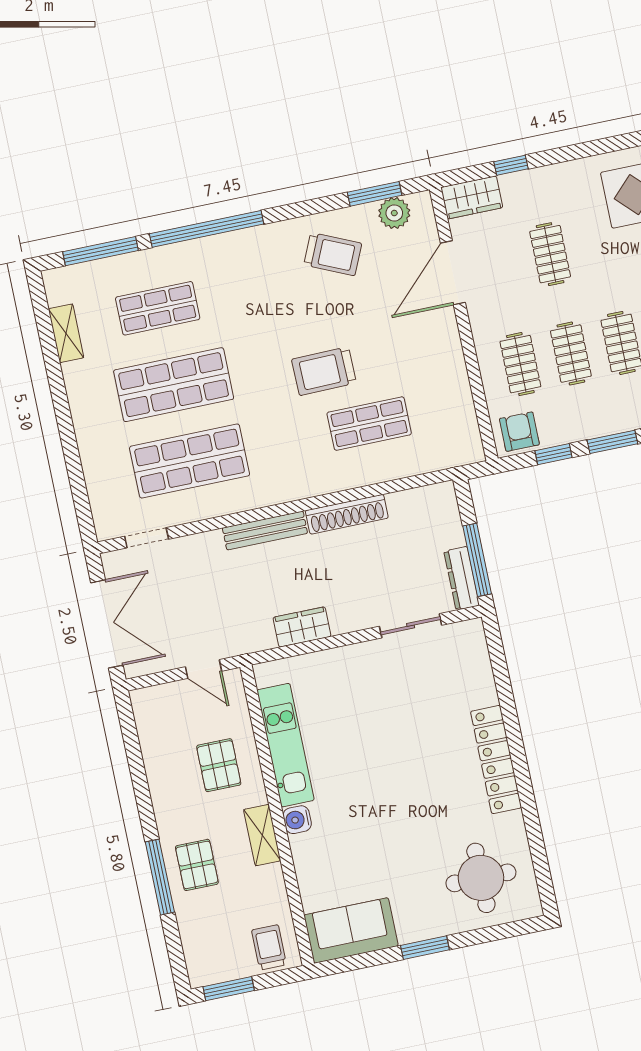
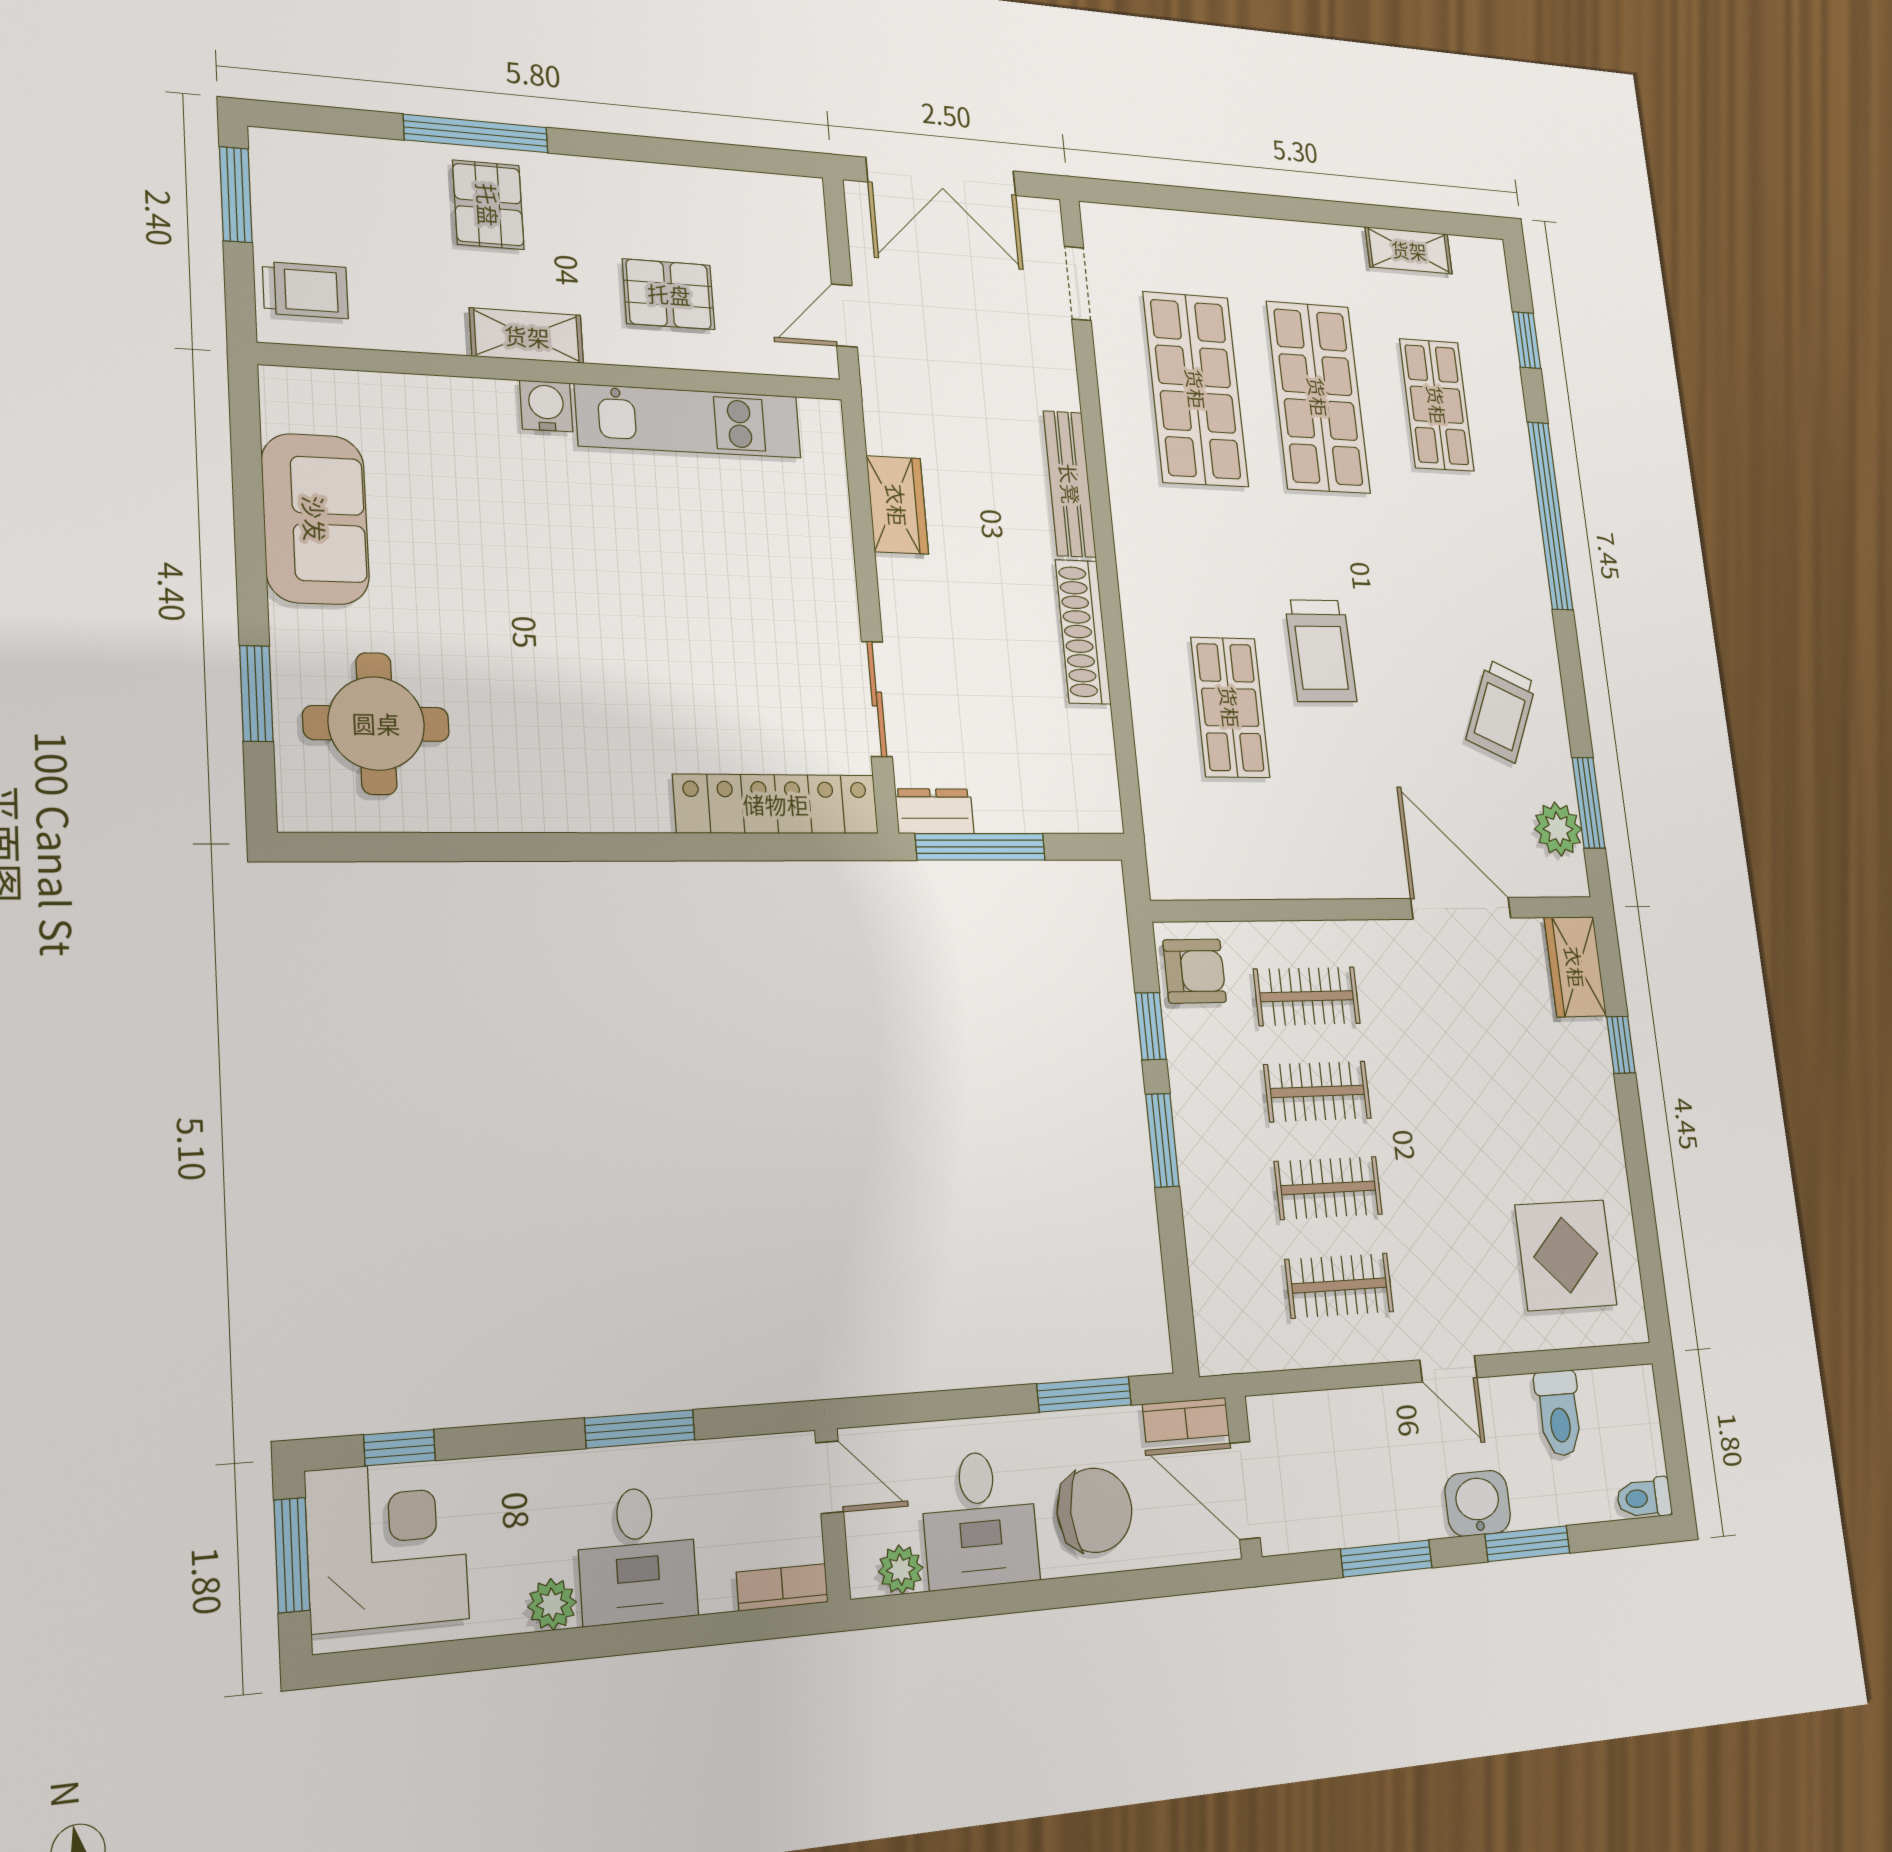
window: (100, 251) -> (1527, 340), width x0.46
clothes rail: (550, 254) -> (1480, 1086), removed
trolley: (324, 371) -> (1321, 651), turned 180
dresser: (462, 578) -> (934, 811), width x0.70
locker: (496, 760) -> (776, 804), moved
pallet: (197, 865) -> (488, 205), turned 90
sofa: (351, 930) -> (315, 519), moved
window: (425, 948) -> (256, 693), moved

